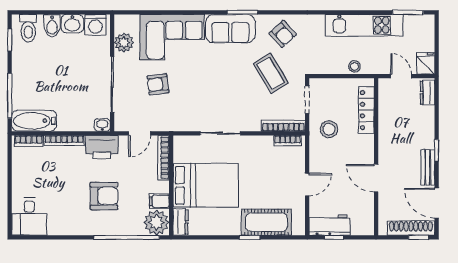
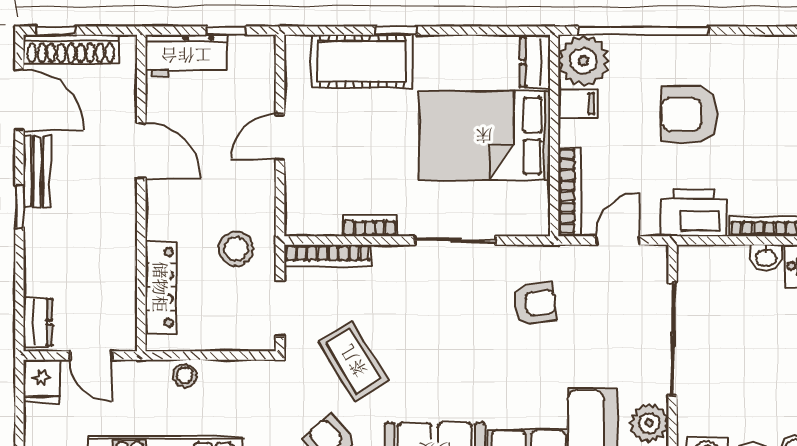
armchair: (158, 84) -> (535, 303), moved
washbasin: (102, 125) -> (766, 257), moved
bookcase: (288, 141) -> (370, 226), moved
workbench: (329, 225) -> (186, 56), moved

